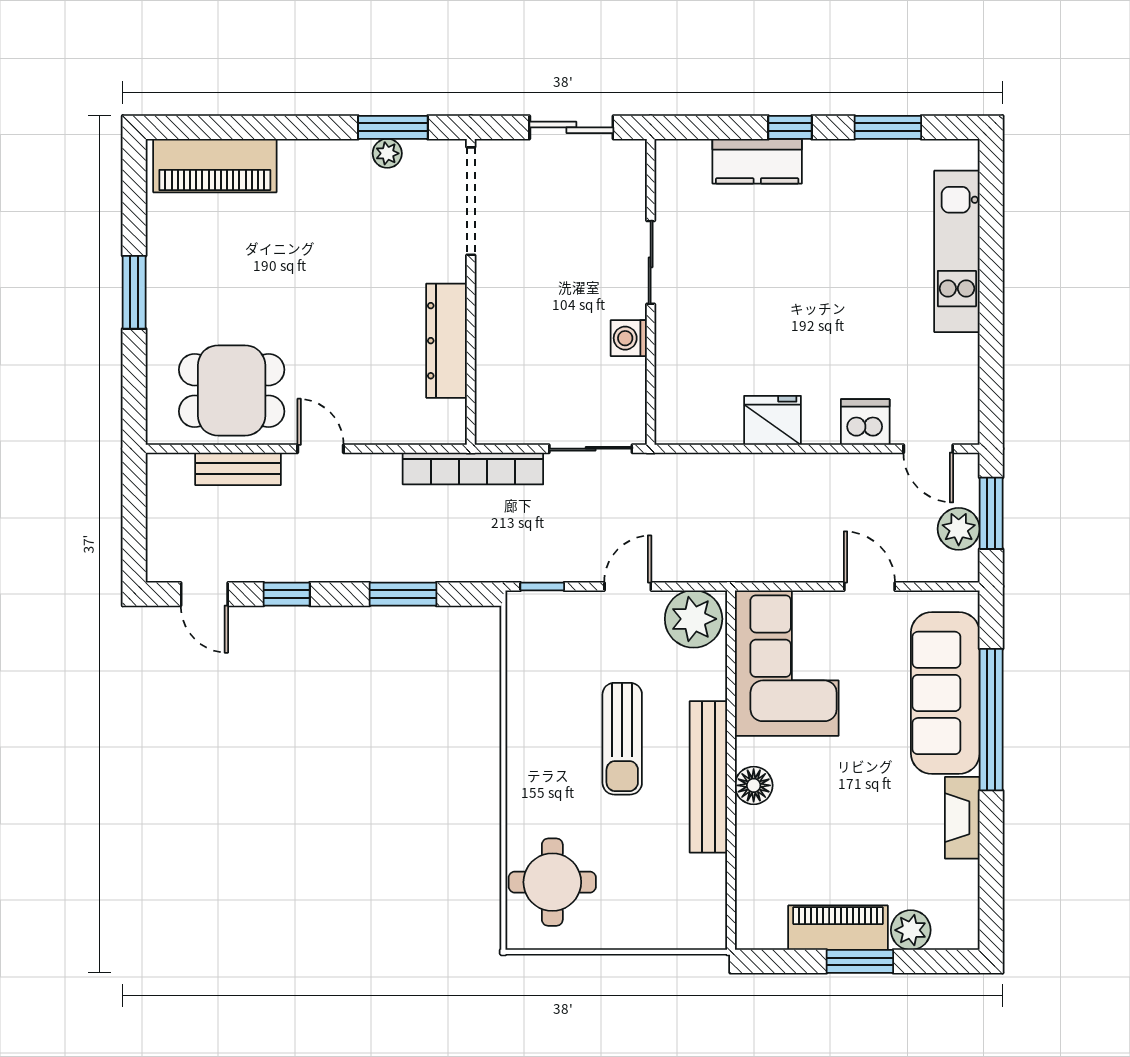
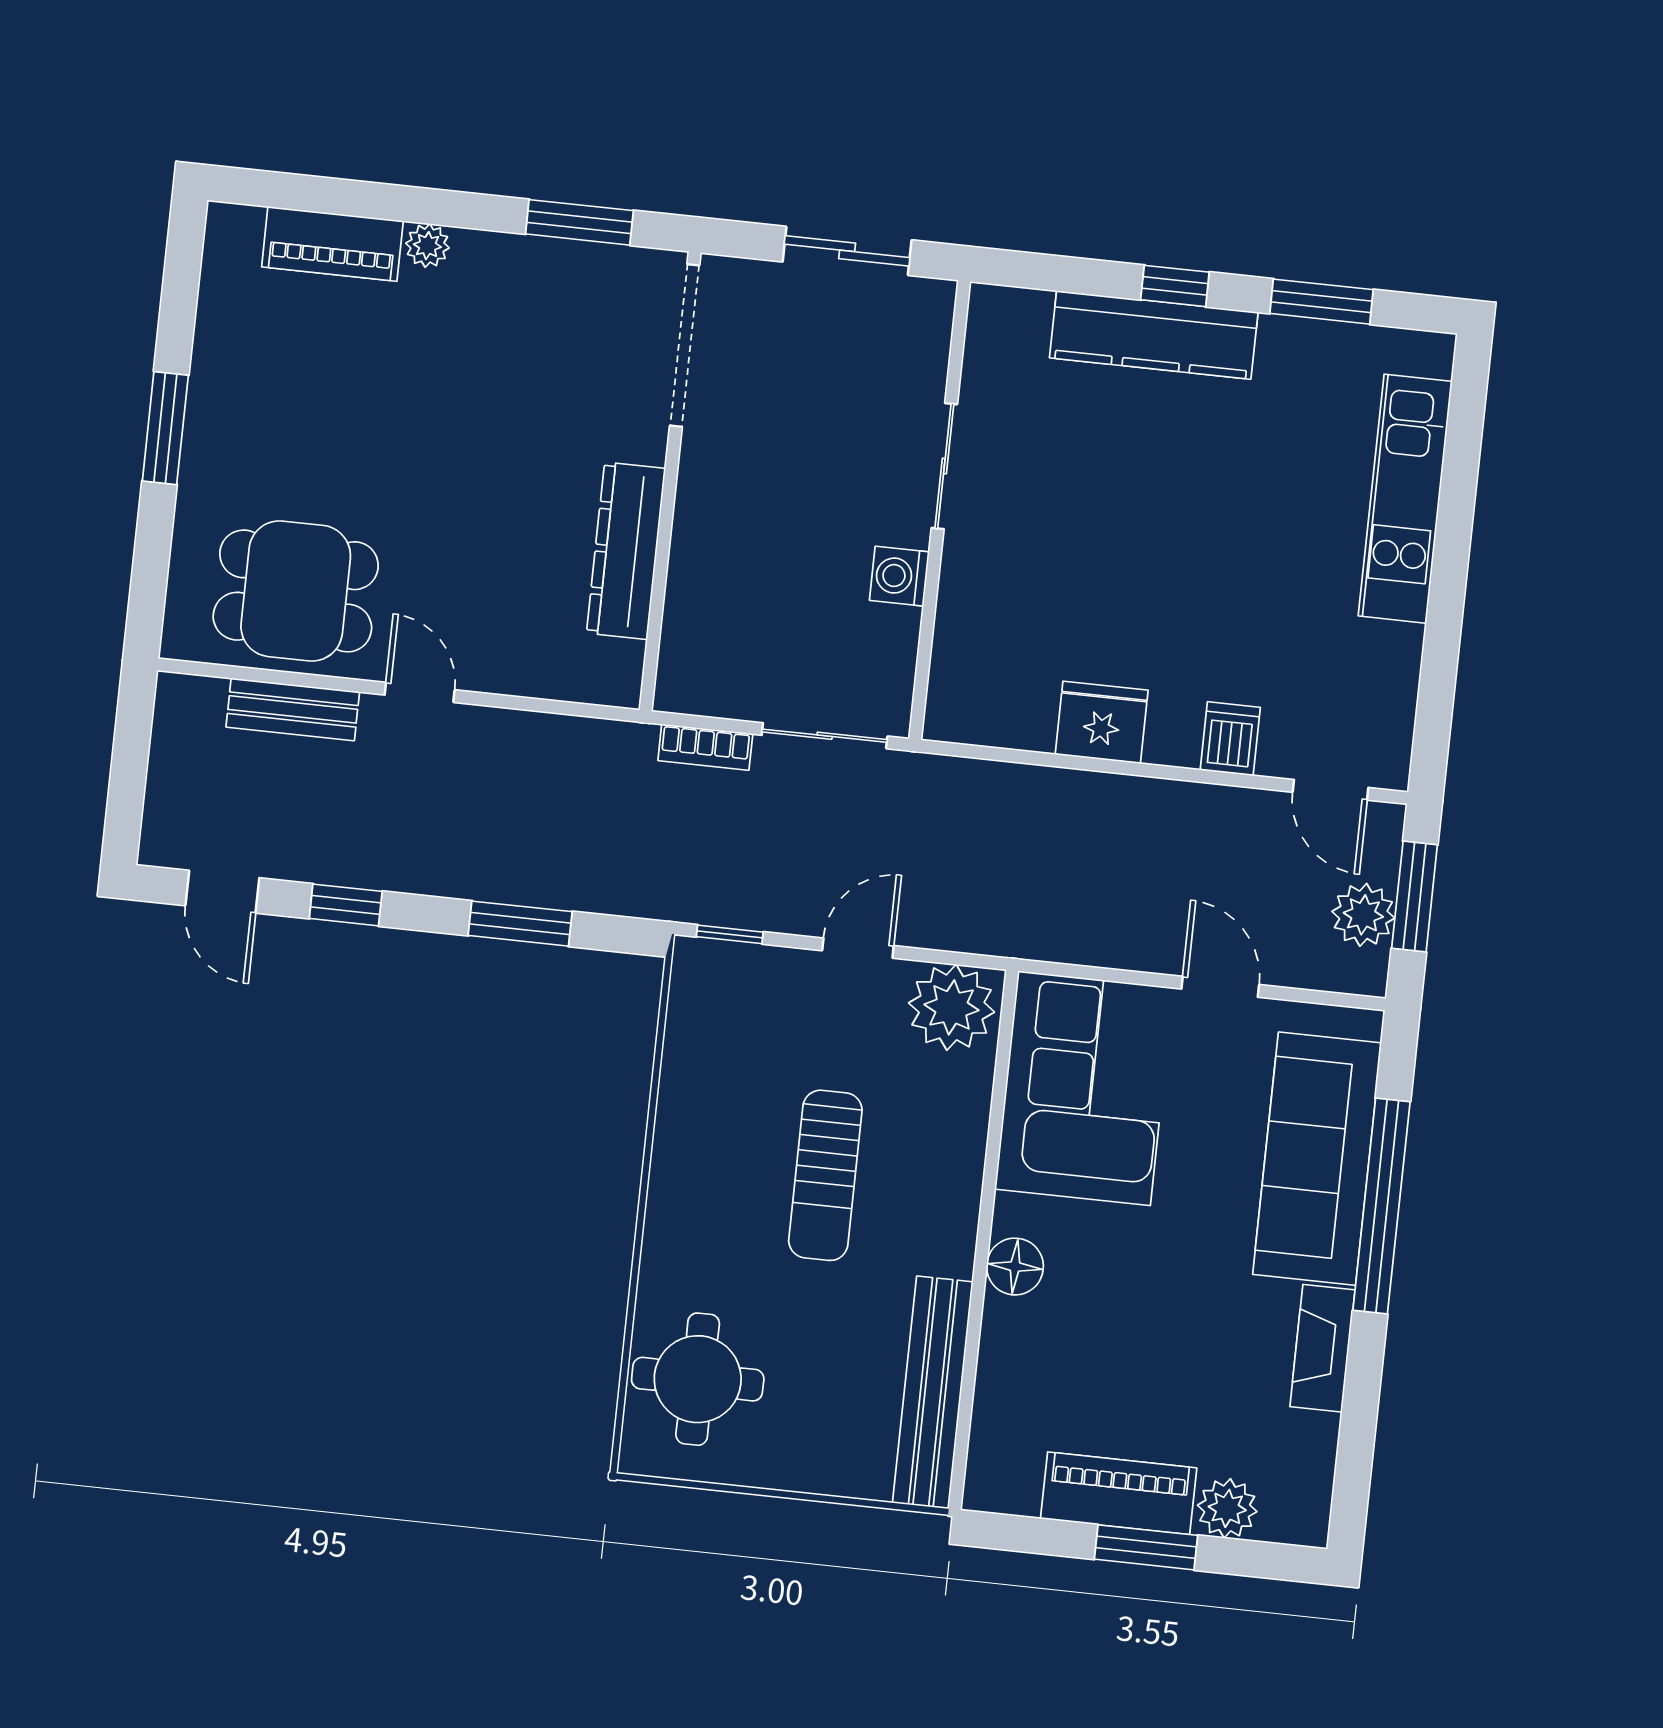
plant: (387, 153) -> (427, 246), moved
kitchen counter: (757, 161) -> (1154, 335), width x1.50
piano: (215, 166) -> (332, 244), width x0.73, depth x0.75
dishwasher: (865, 422) -> (1230, 739), width x0.73
bookcase: (473, 468) -> (705, 747), width x0.43, depth x0.76
bench: (708, 777) -> (933, 1392), moved

